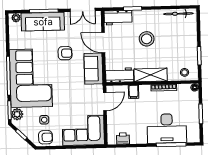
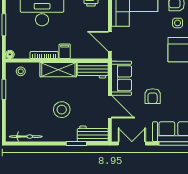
armchair: (65, 53) -> (153, 96), turned -90
filing cabinet: (134, 92) -> (65, 51), moved
door: (105, 102) -> (110, 41), hinge flipped

